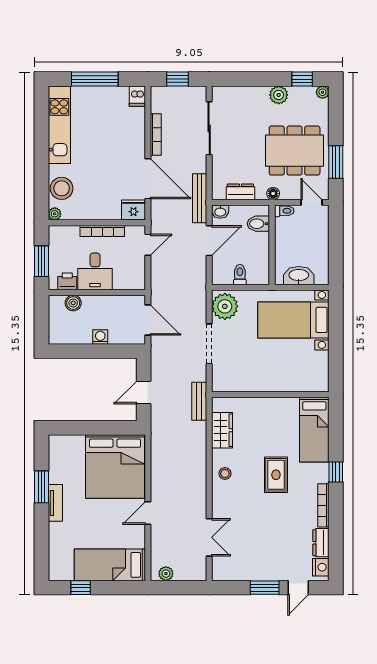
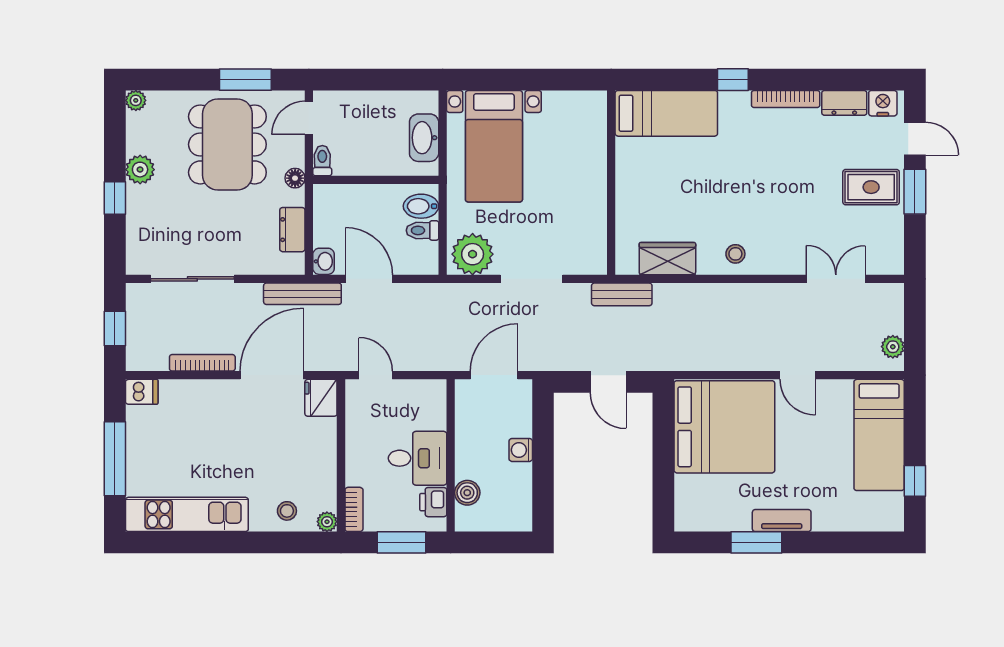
window: (302, 79) -> (115, 198), moved
stool: (62, 188) -> (287, 511), width x0.53, depth x0.53
bidet: (258, 224) -> (421, 206), moved, turned 90
bookcase: (102, 231) -> (354, 509), moved, width x0.64
rug: (276, 475) -> (871, 187), moved

